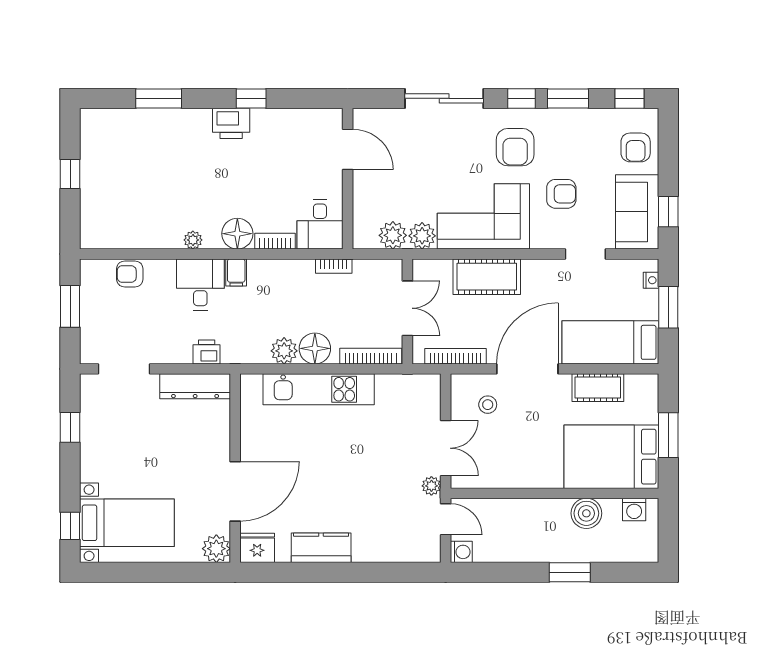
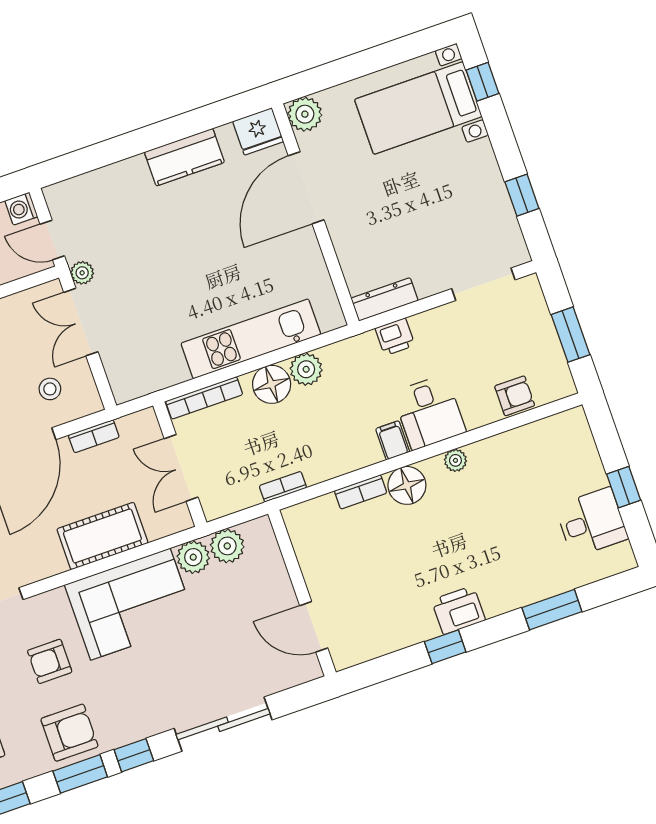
armchair: (515, 147) -> (69, 733), moved, turned 90
desk: (320, 225) -> (592, 522), moved, turned 90
bookcase: (455, 356) -> (94, 436), width x0.64
dresser: (195, 386) -> (385, 299), width x0.73, depth x0.80

